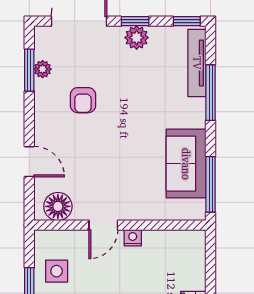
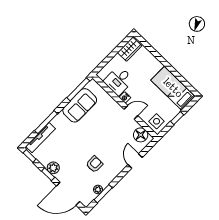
desk: (165, 253) -> (119, 81), added
side table: (57, 271) -> (157, 121), moved

